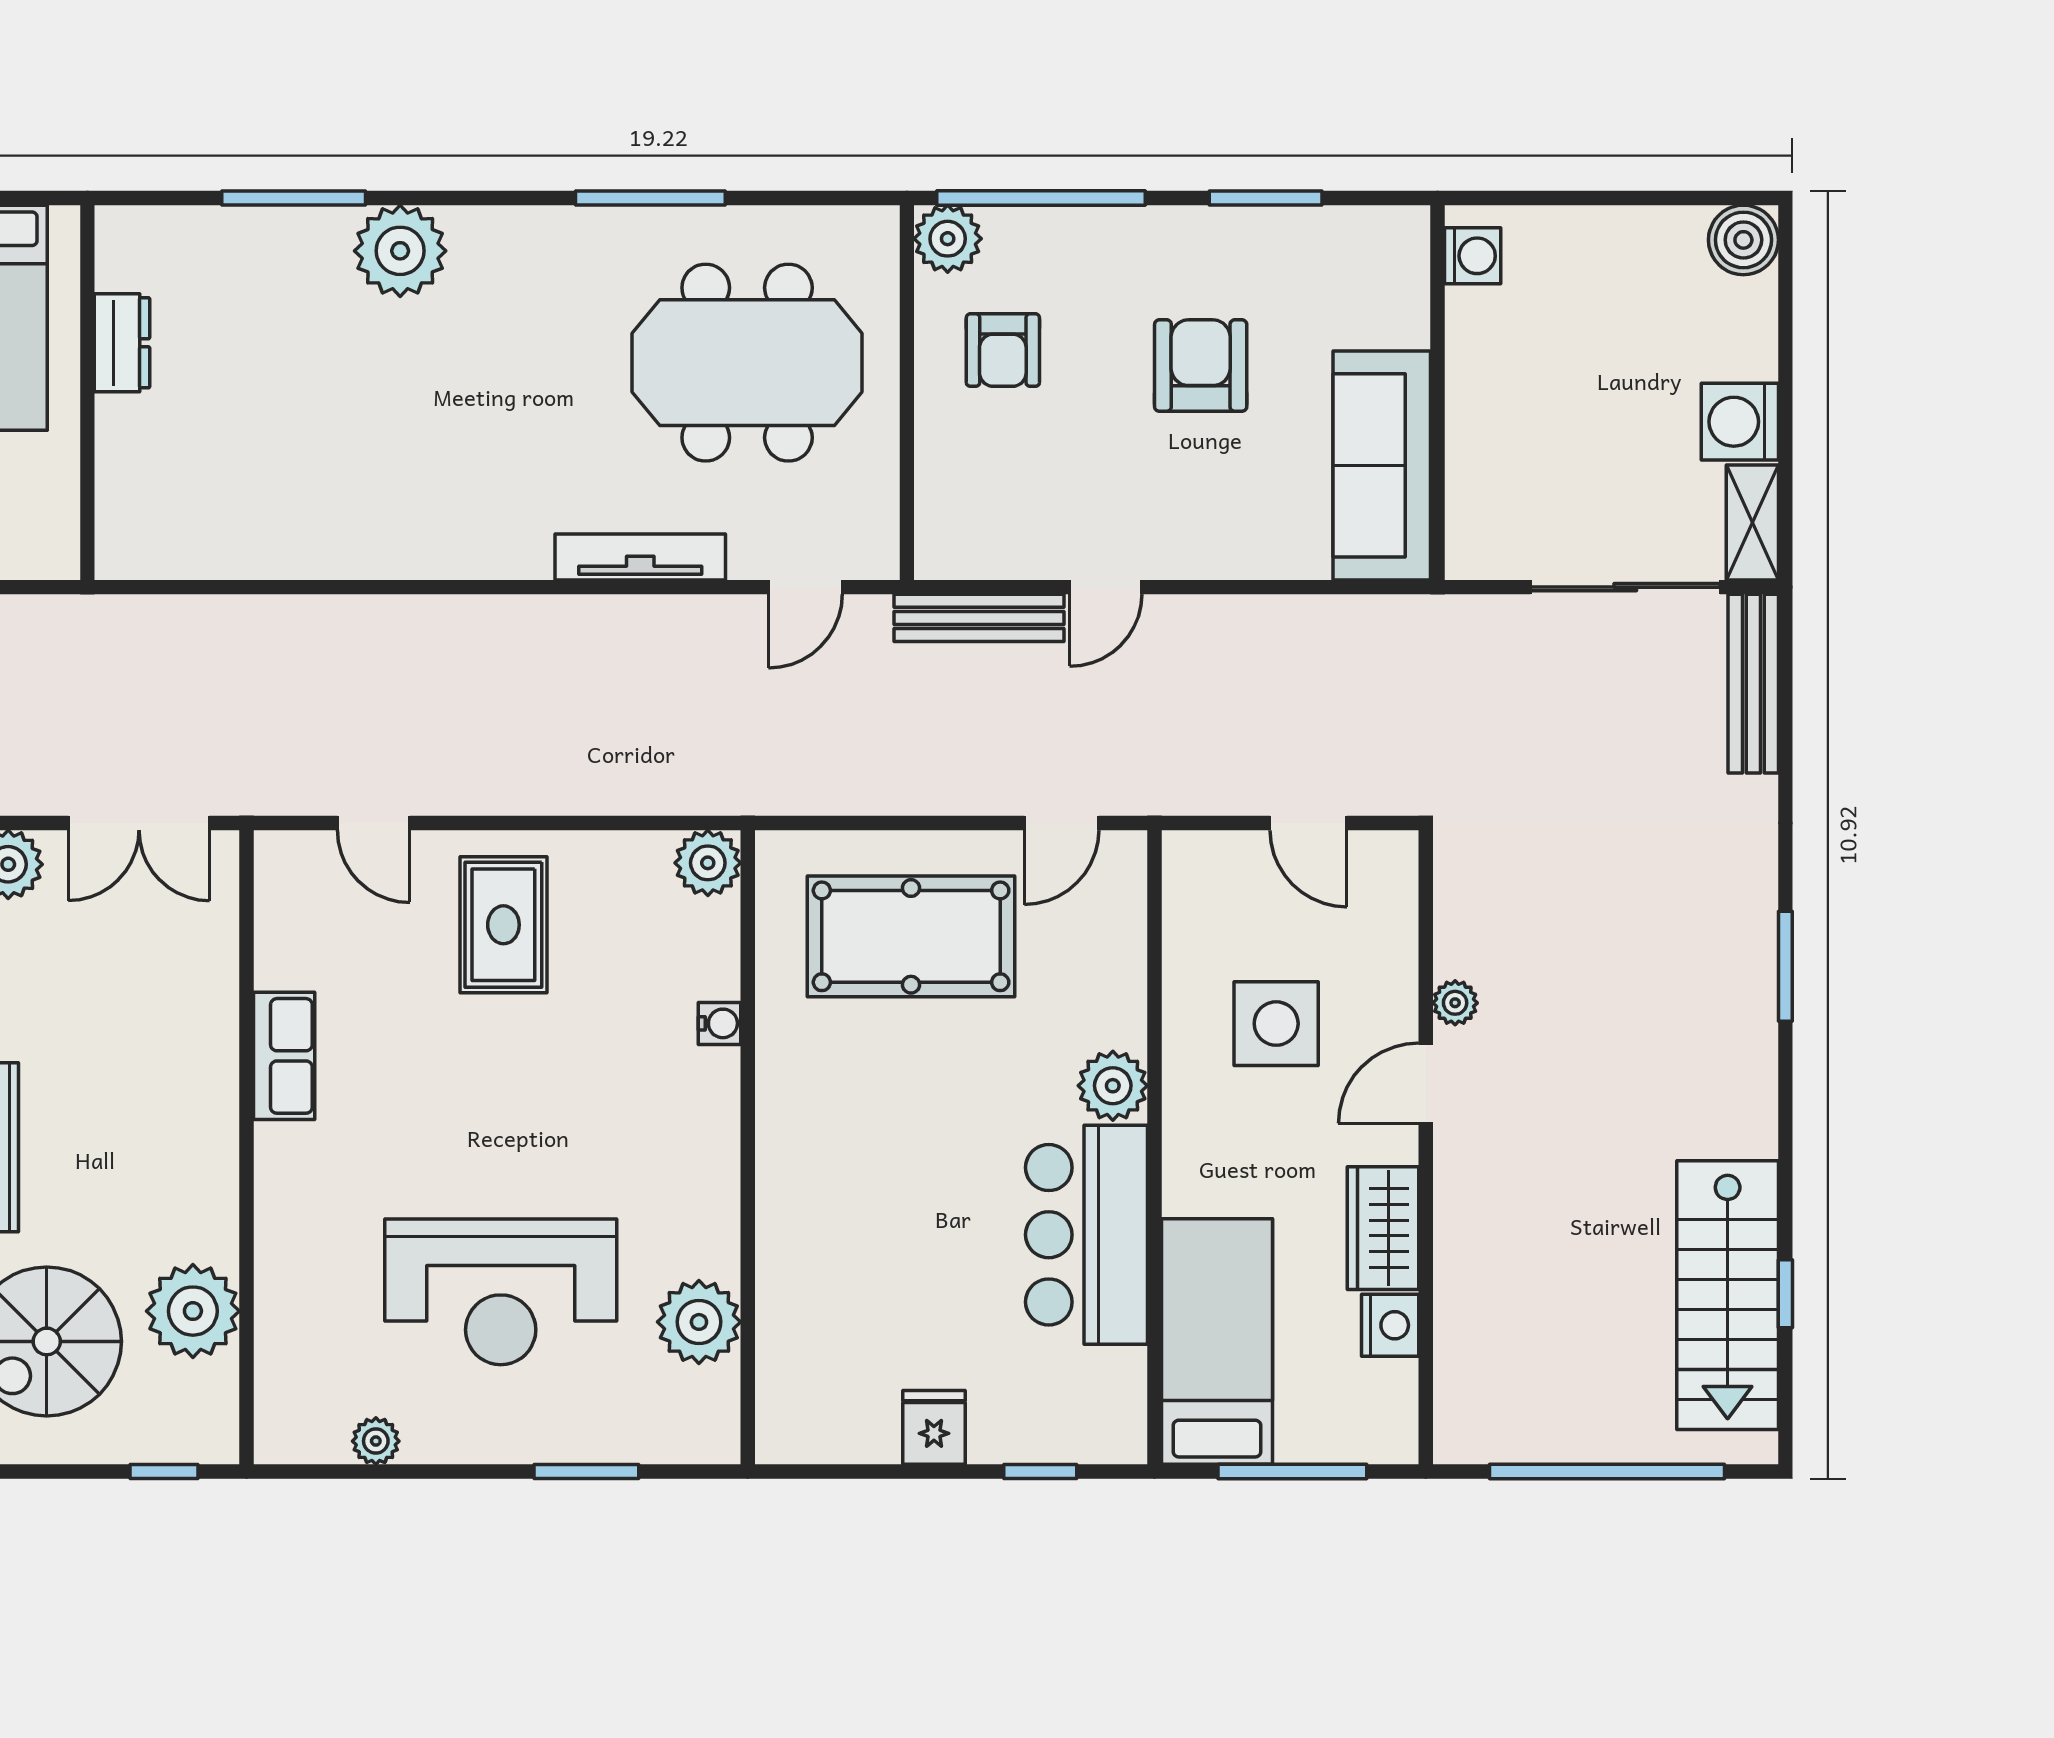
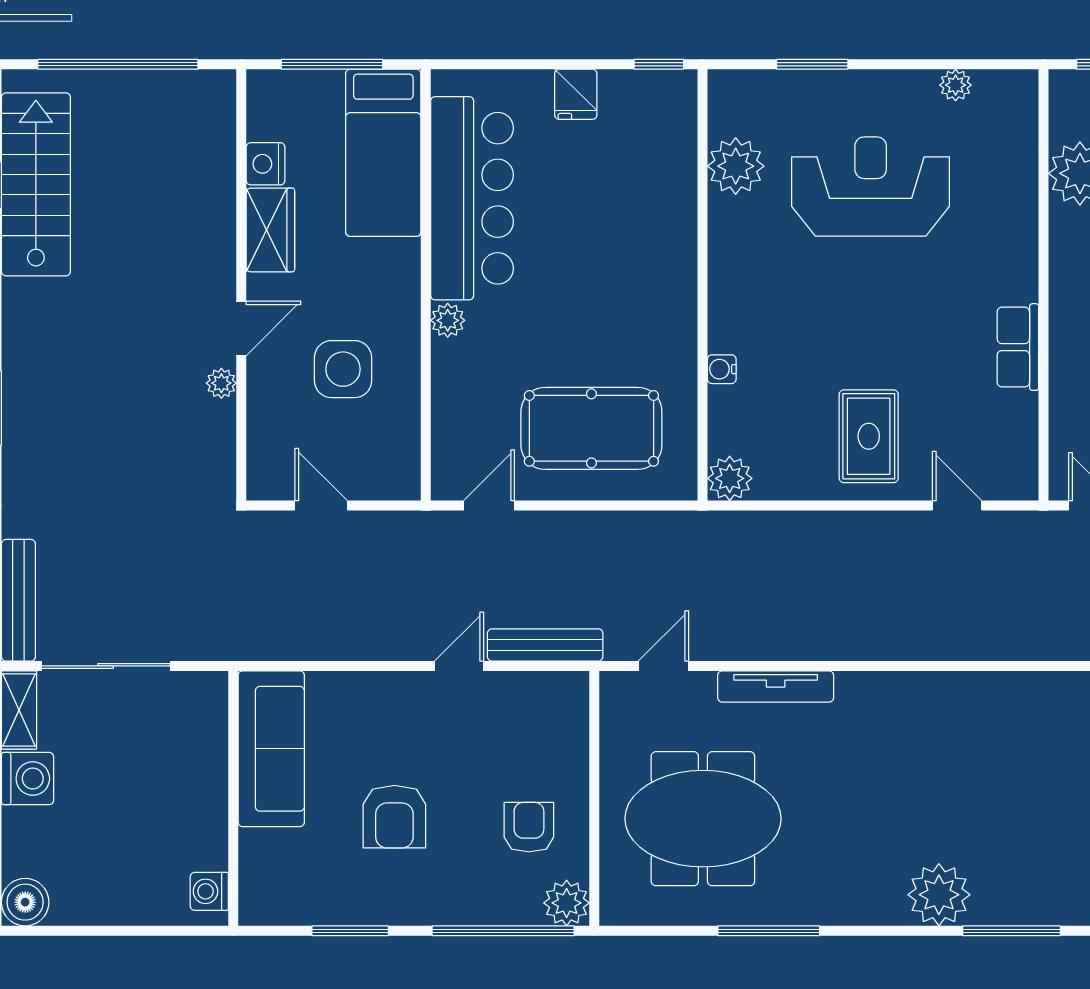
plant: (1113, 1086) -> (448, 320), width x0.73, depth x0.73
bar counter: (1087, 1235) -> (472, 198), width x1.36
window: (1040, 1472) -> (659, 64), moved

